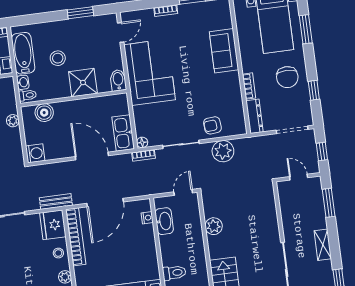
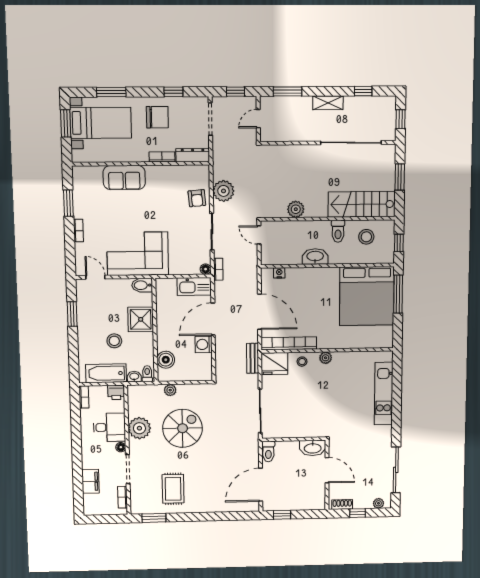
washing machine: (35, 153) -> (204, 344), moved, turned -90
washbasin: (164, 221) -> (315, 257), moved
toilet: (174, 273) -> (338, 231), moved, turned 180

